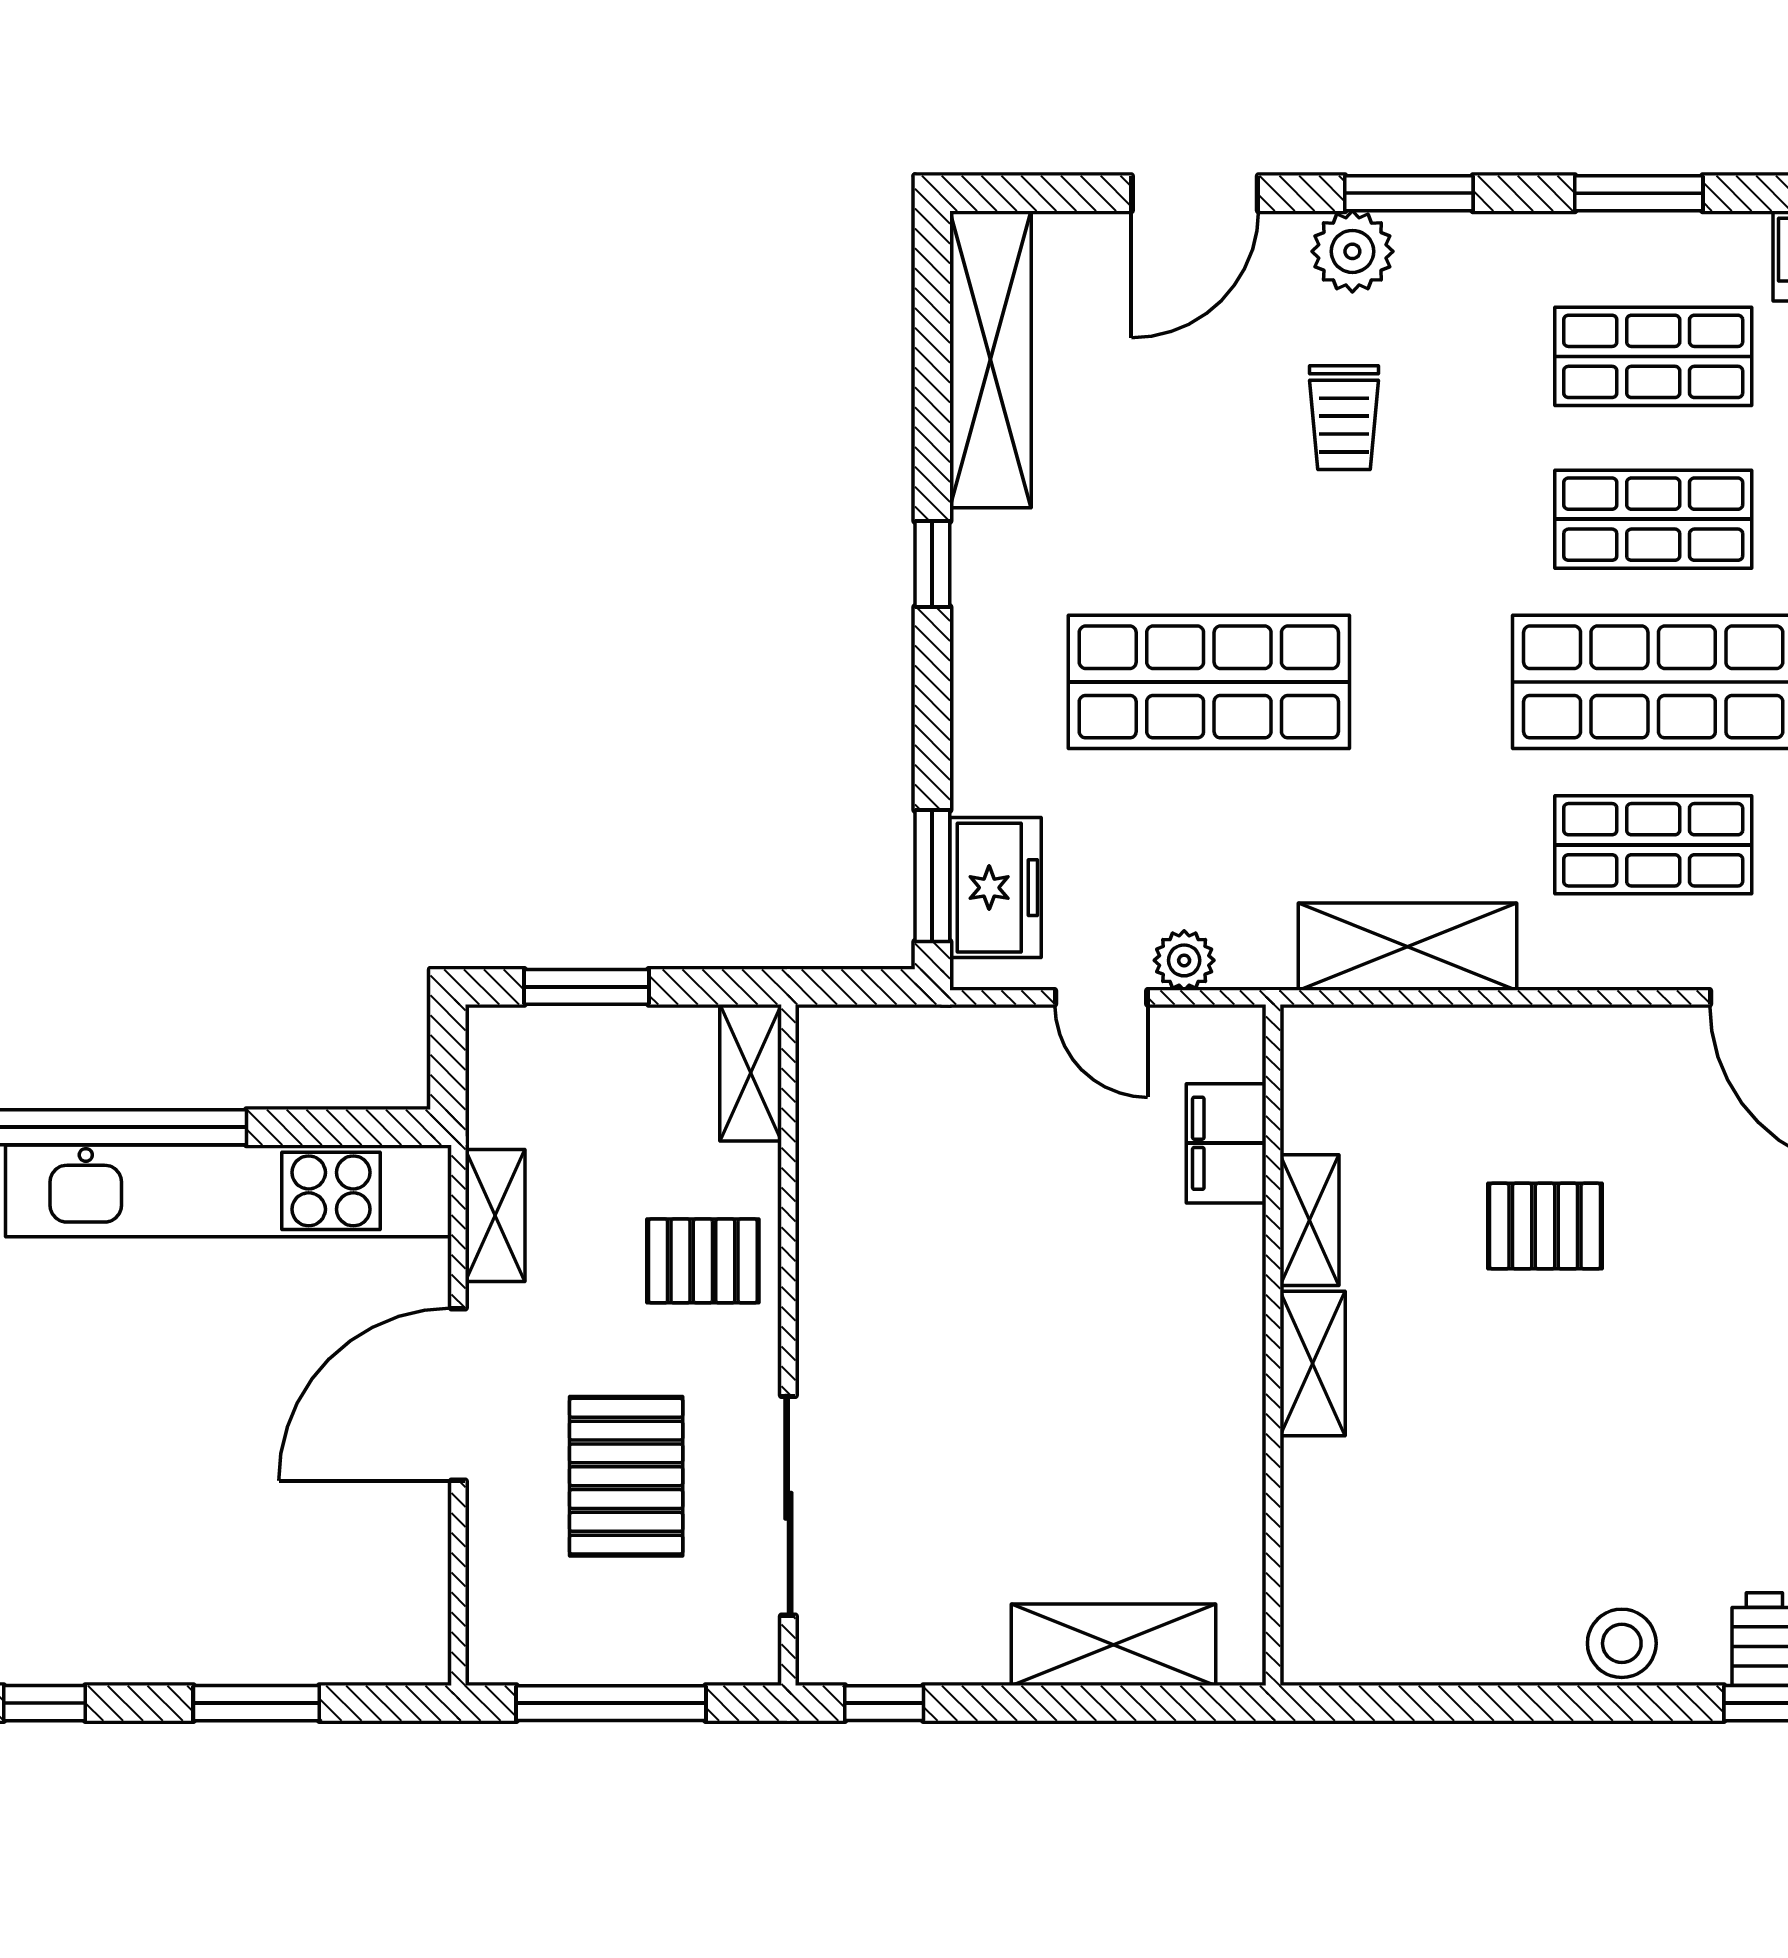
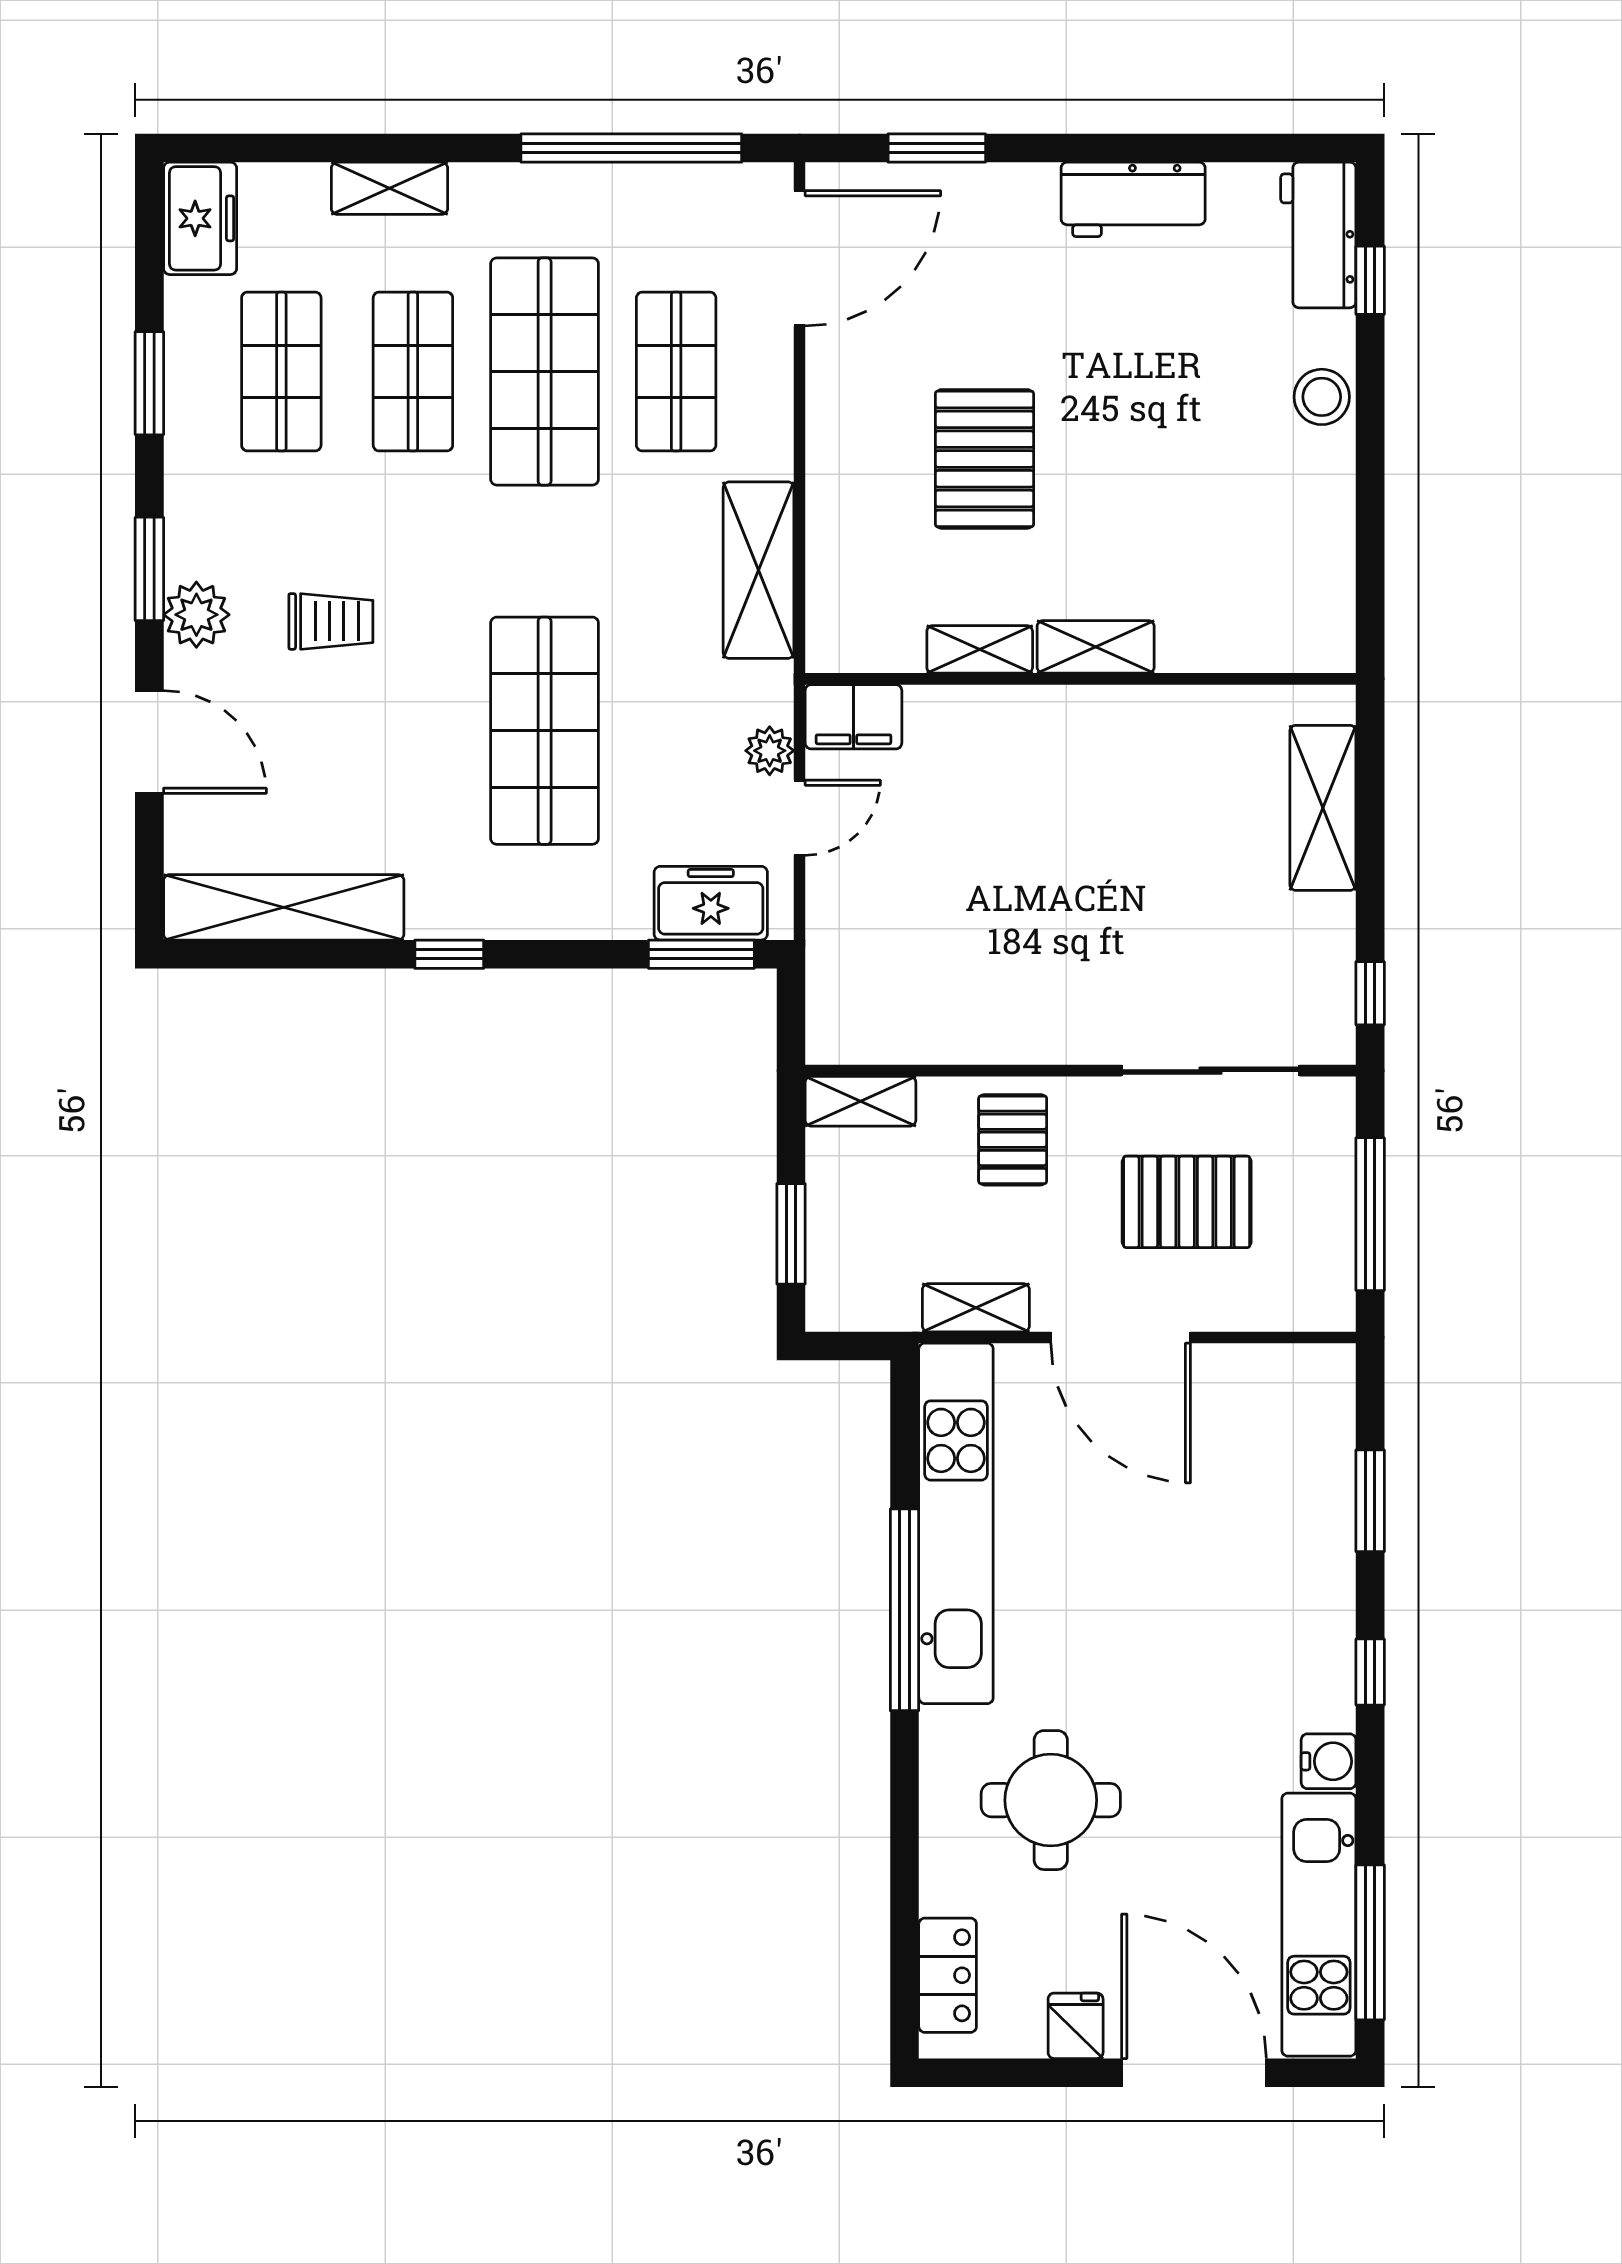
filing cabinet: (1226, 1143) -> (853, 717), moved
pallet: (1545, 1226) -> (984, 459), width x1.50, depth x1.42

